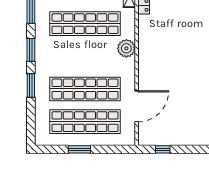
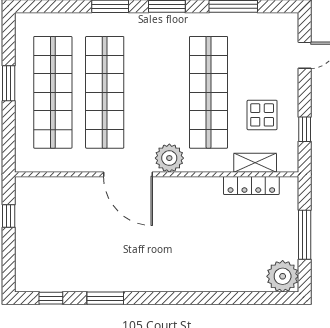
door: (137, 106) -> (128, 174), moved

